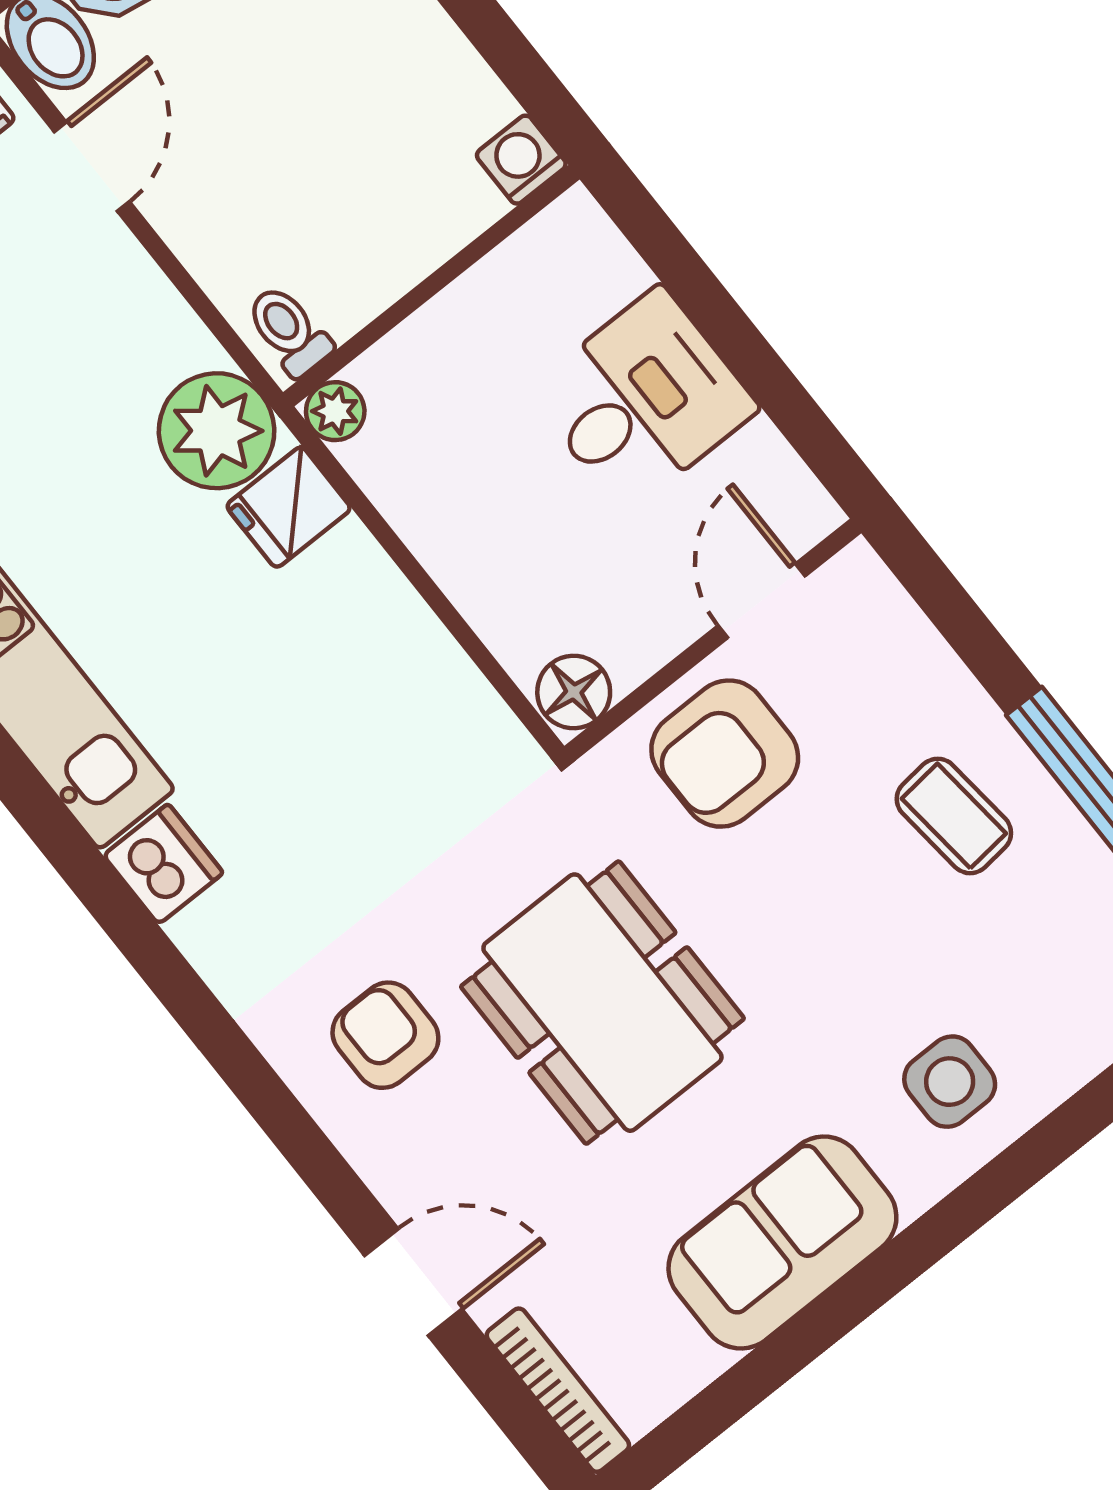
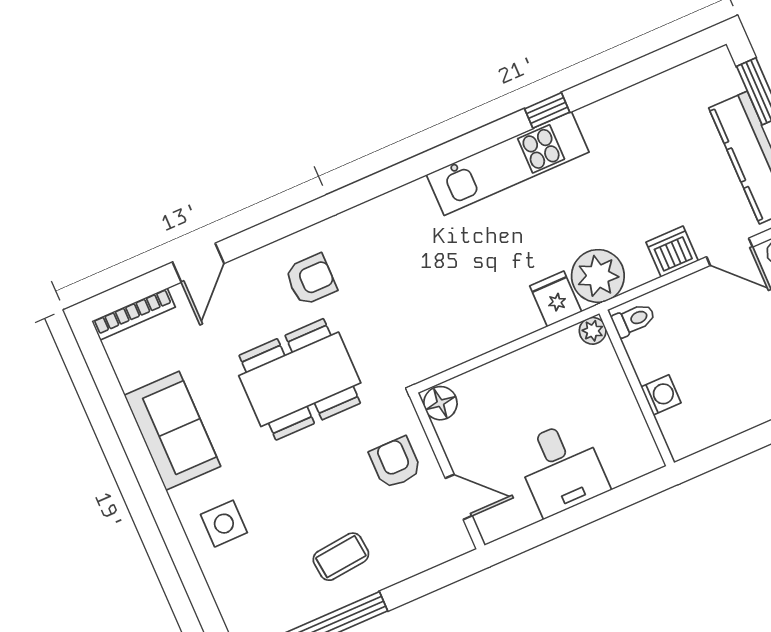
washing machine: (521, 160) -> (661, 395), moved
armchair: (725, 754) -> (395, 463), width x0.72, depth x0.72
dishwasher: (163, 864) -> (672, 252), moved, turned 180

